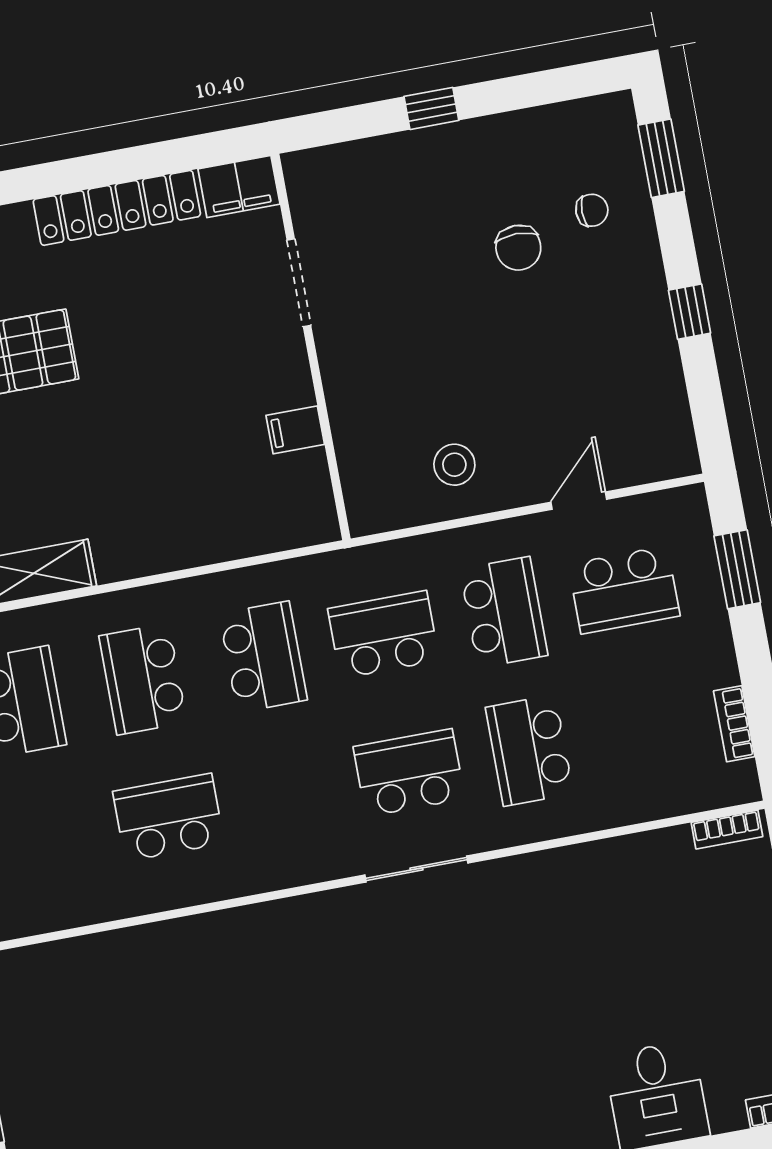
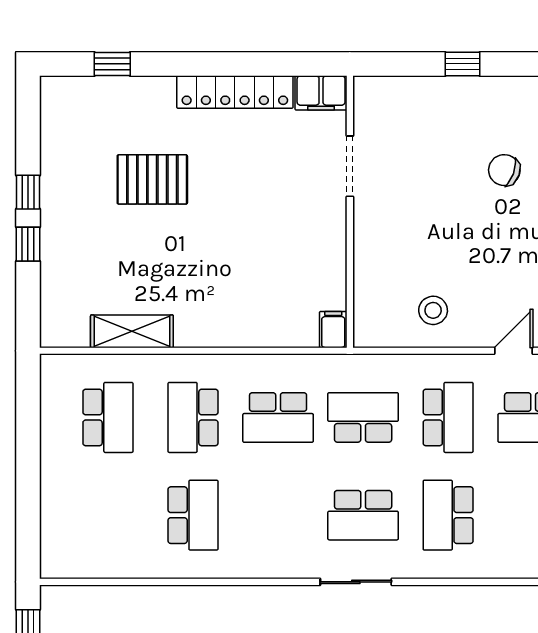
chair: (518, 248) -> (504, 170), turned 110
filing cabinet: (295, 430) -> (333, 330), moved, turned 90
school desk: (263, 657) -> (278, 417), turned 90
school desk: (409, 773) -> (363, 515), turned 180
school desk: (169, 817) -> (193, 515), turned 90

